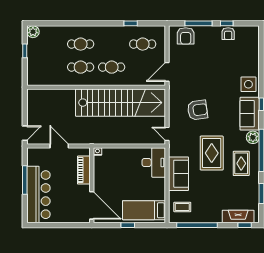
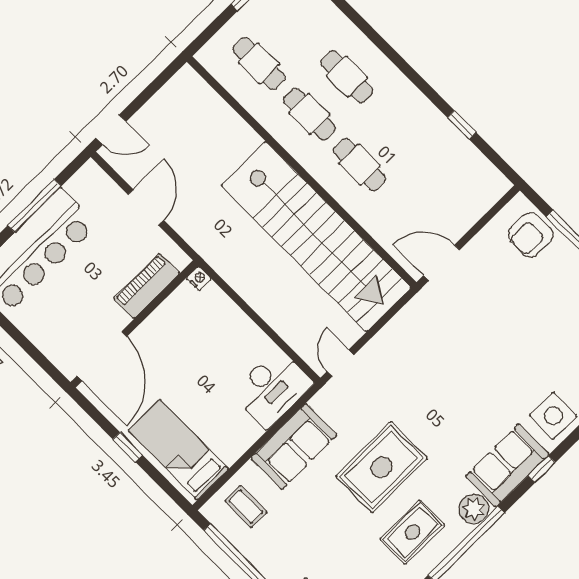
cafe table: (143, 44) -> (259, 63), moved
armchair: (197, 110) -> (429, 374), removed

